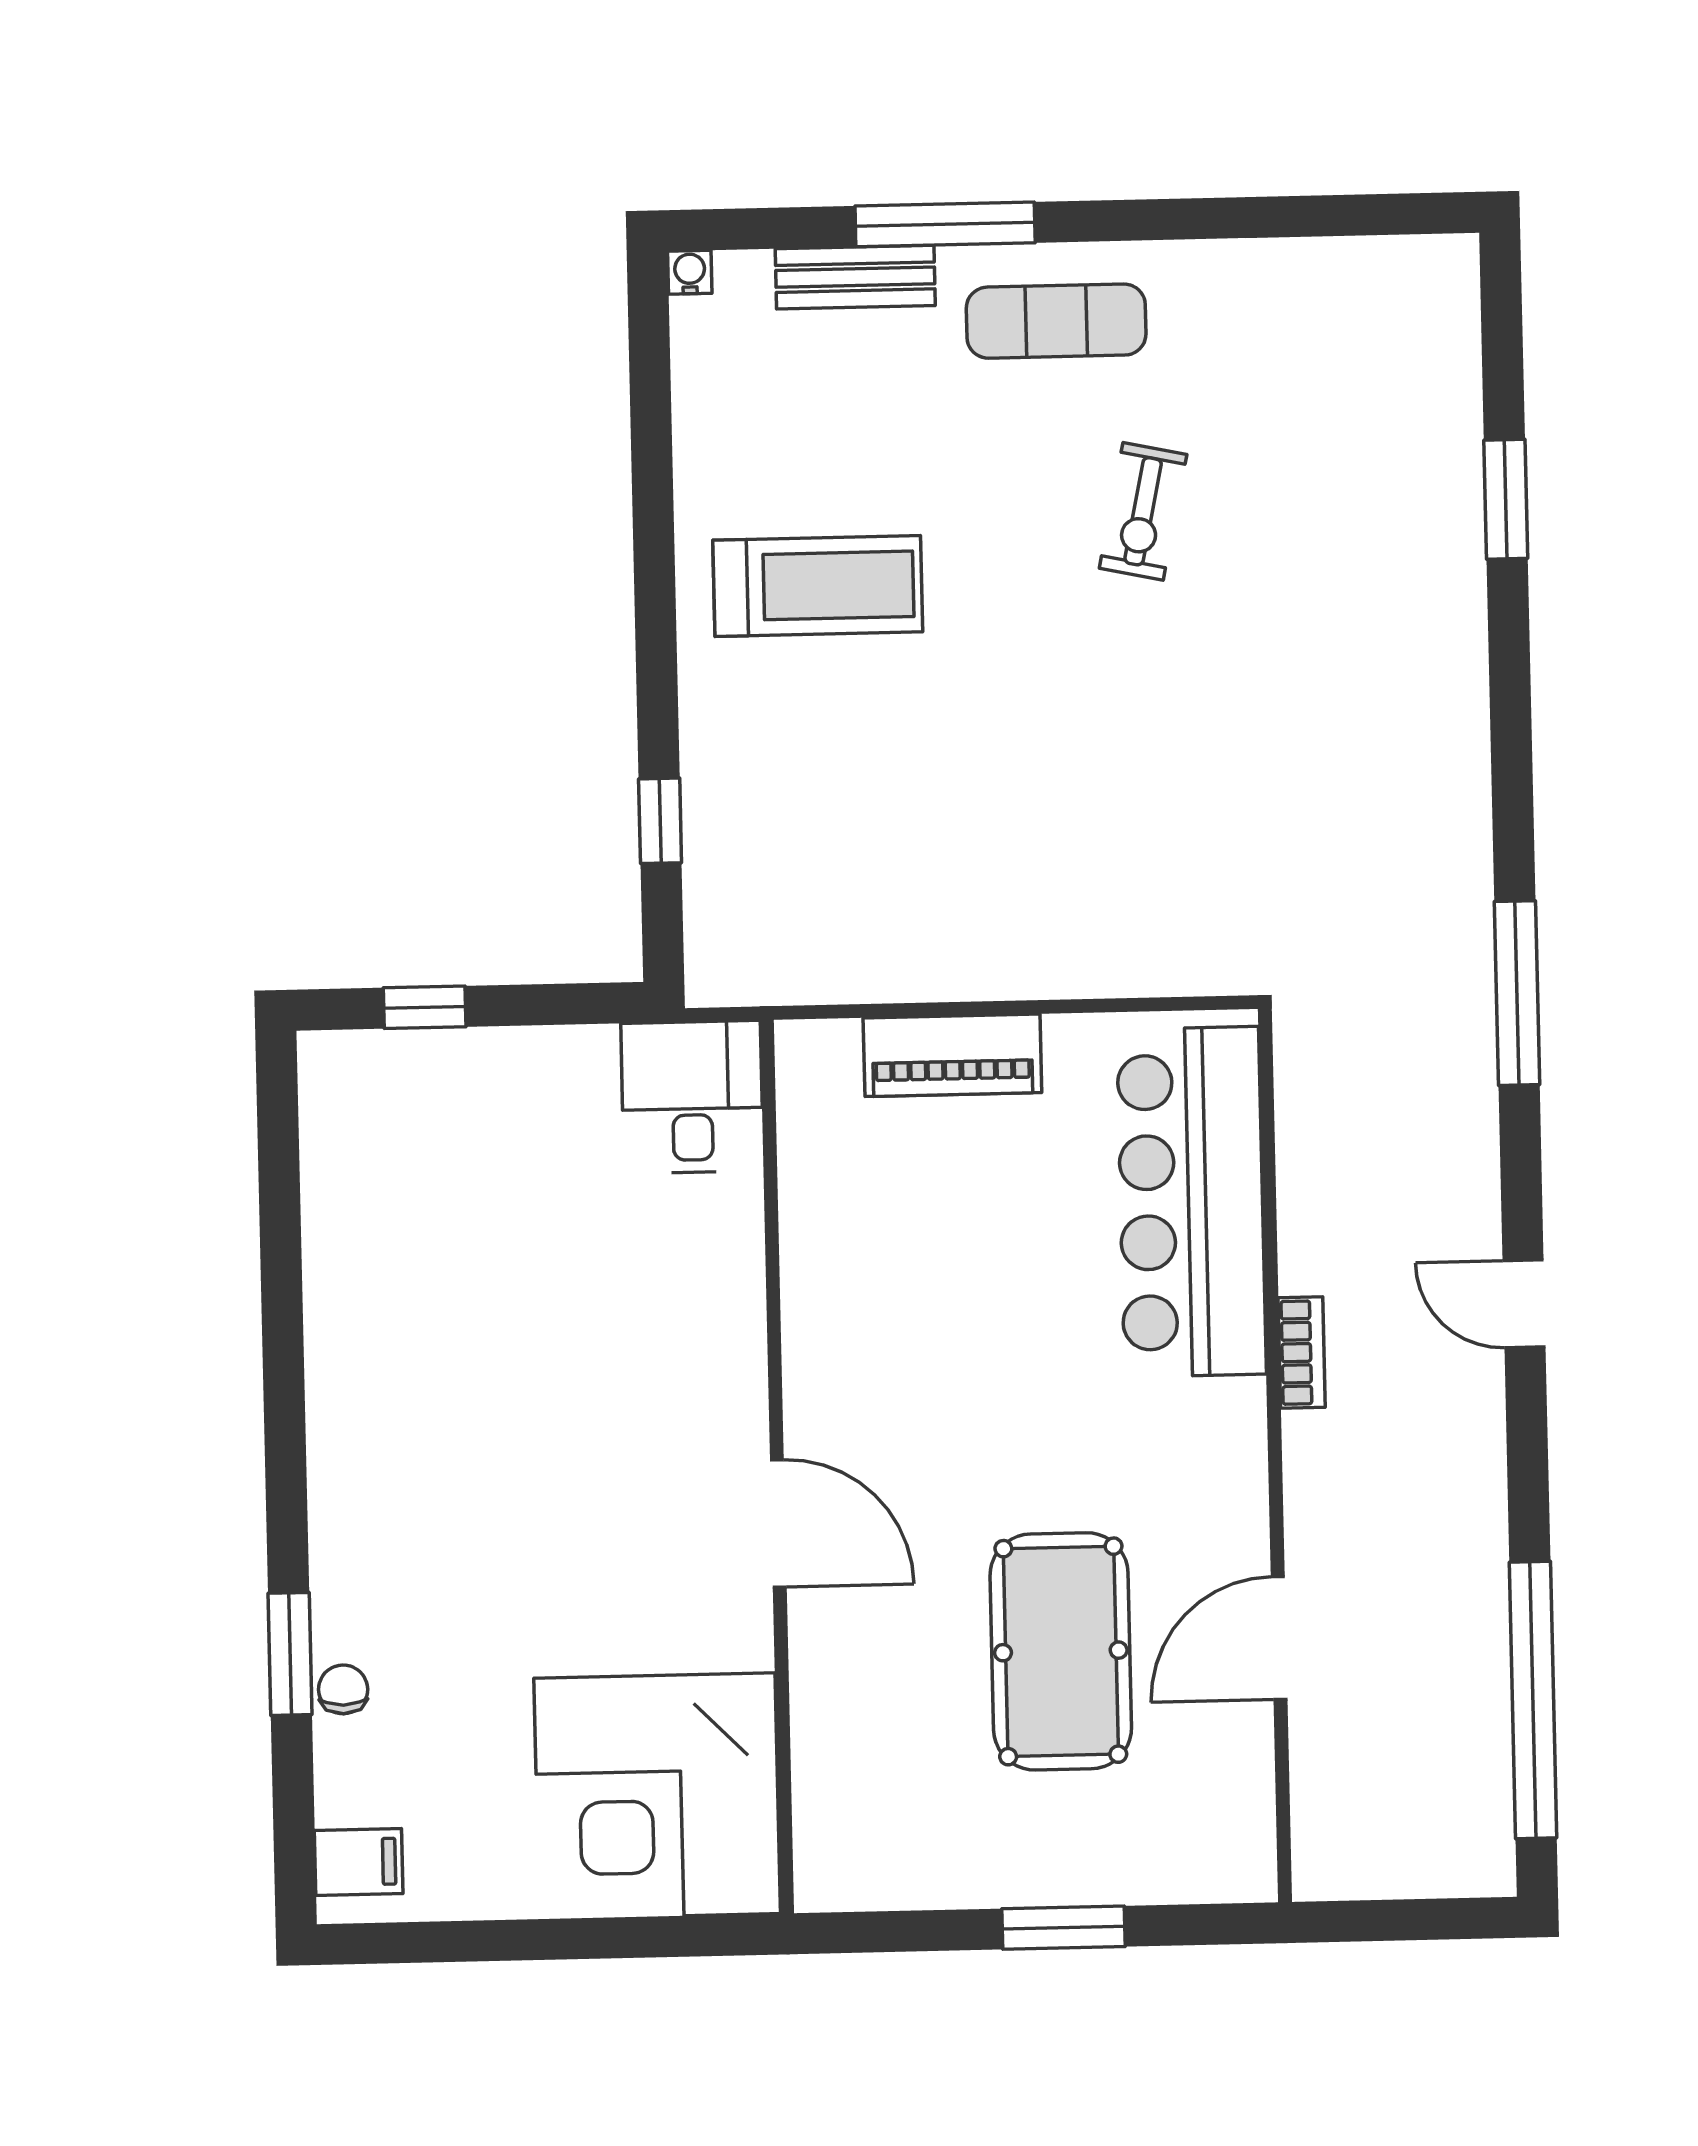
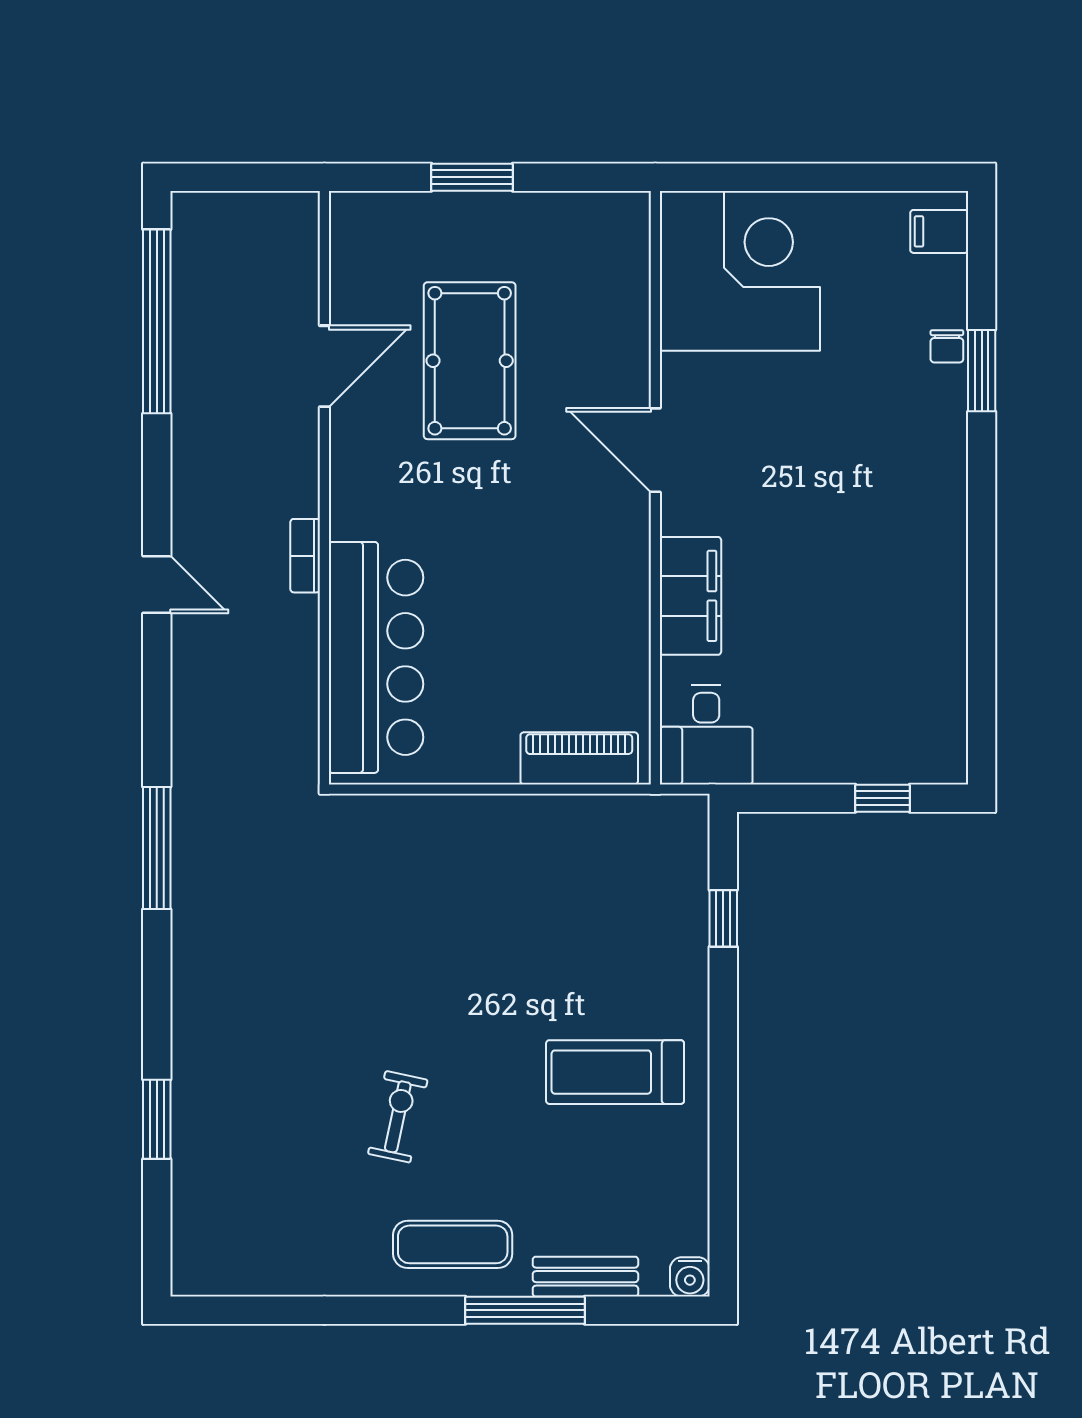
water cooler: (690, 272) -> (690, 1277), width x1.38, depth x1.38
window: (1517, 993) -> (157, 848), moved
piano: (952, 1055) -> (579, 758), moved
filing cabinet: (720, 1305) -> (690, 596), added

